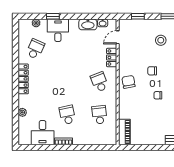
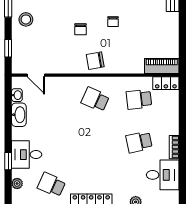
stool: (161, 40) -> (26, 19), moved
locker: (112, 57) -> (166, 83), moved
school desk: (99, 82) -> (95, 99), turned 45

